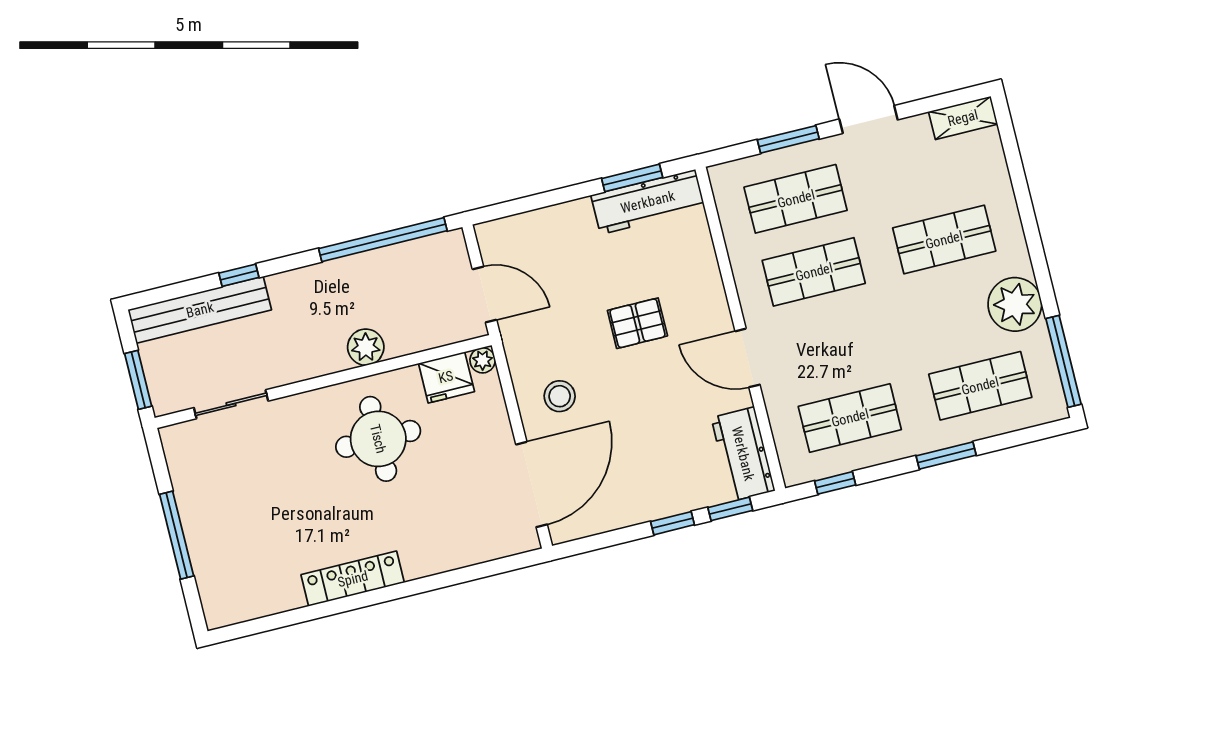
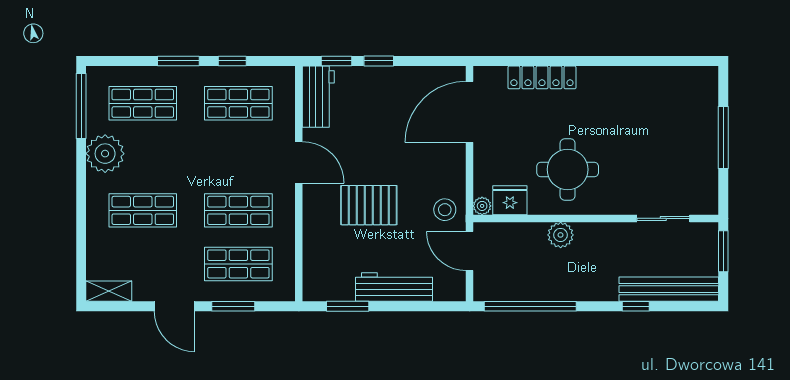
workbench: (648, 202) -> (394, 287), moved
pallet: (637, 323) -> (369, 205), width x1.50, depth x1.42
stool: (560, 396) -> (445, 210), moved
window: (835, 483) -> (232, 61), moved
locker: (353, 579) -> (542, 77), moved

